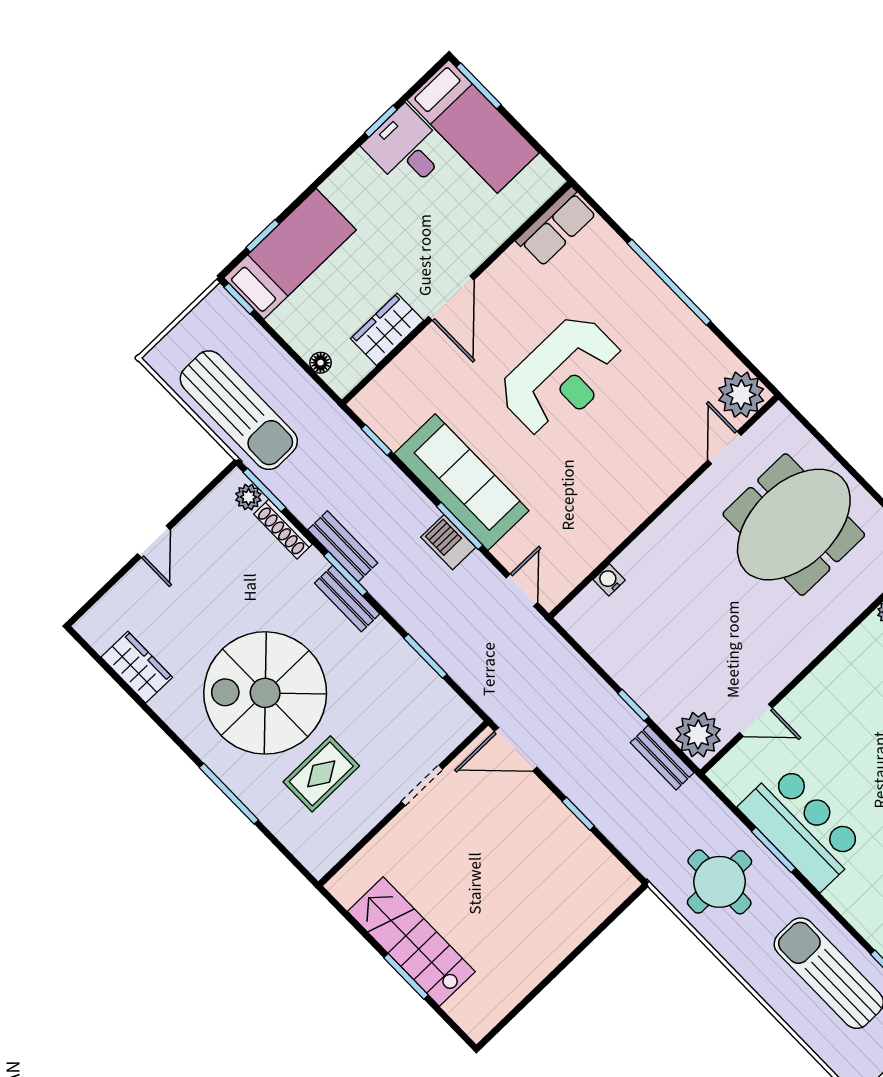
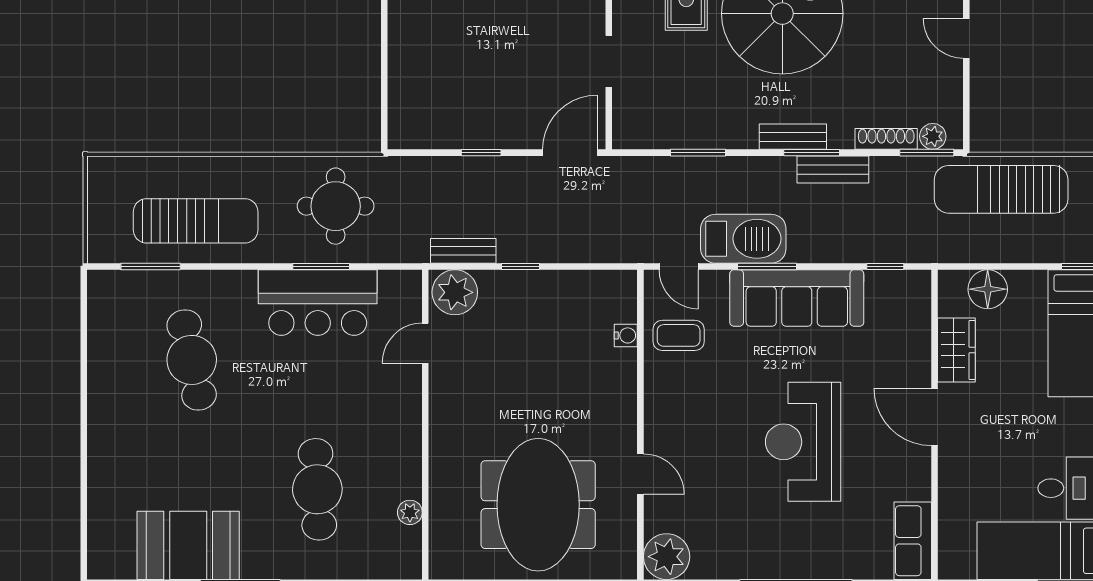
floor lamp: (321, 363) -> (988, 289), width x1.89, depth x1.89
door: (724, 448) -> (640, 474), moved
barbecue: (448, 542) -> (743, 239), width x1.88, depth x1.53
coffee table: (572, 542) -> (679, 335), added

